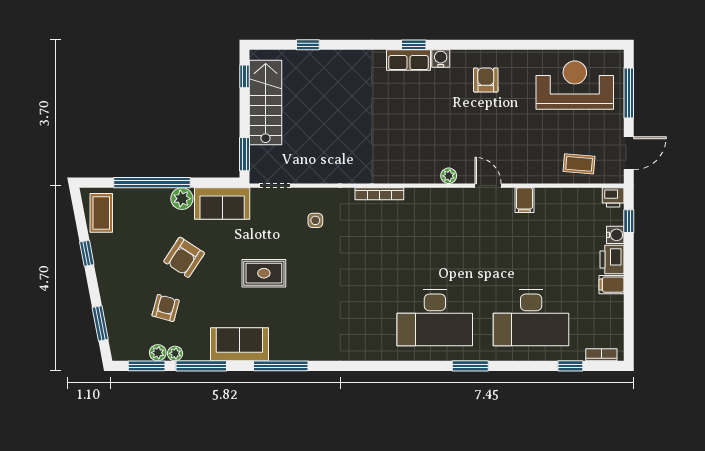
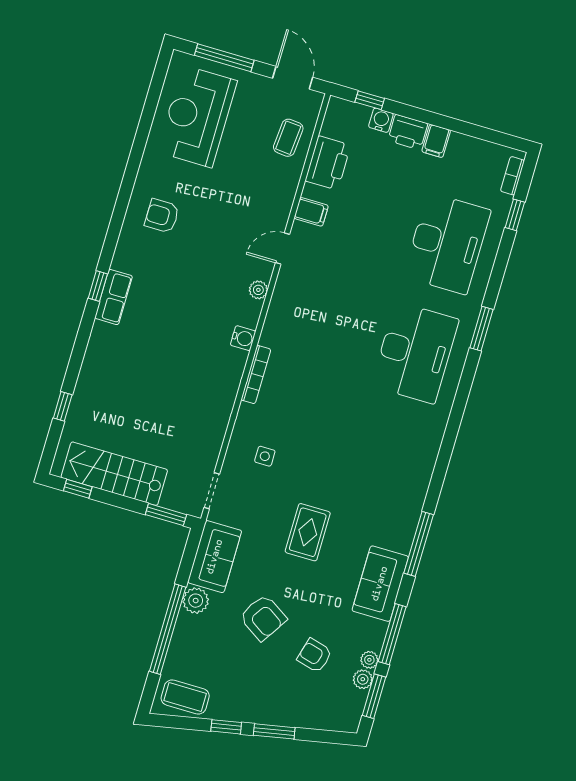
water cooler: (441, 58) -> (243, 338), moved, turned 180
printer: (613, 197) -> (328, 163), moved, width x1.87, depth x1.48
window: (100, 323) -> (274, 731), moved

